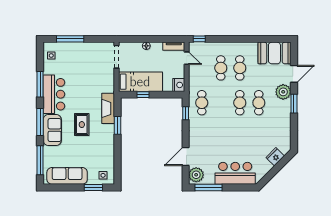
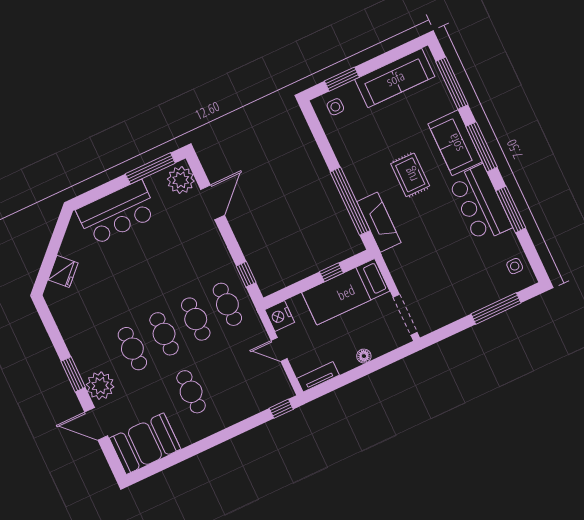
door: (187, 58) -> (279, 350), moved
cafe table: (221, 68) -> (196, 319), moved
door: (294, 74) -> (96, 424), hinge flipped
window: (117, 125) -> (350, 201), width x2.11

